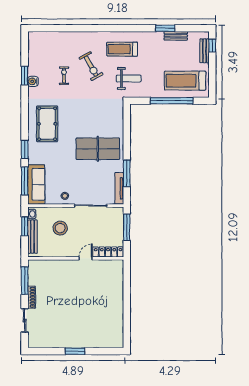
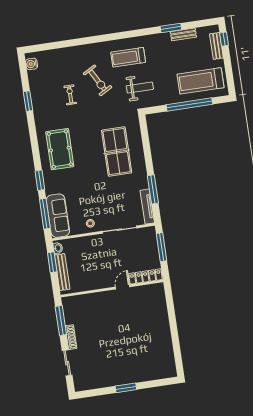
water cooler: (33, 81) -> (32, 64), moved
table tennis table: (98, 149) -> (117, 152), moved, turned 90
stool: (60, 228) -> (90, 259), removed

